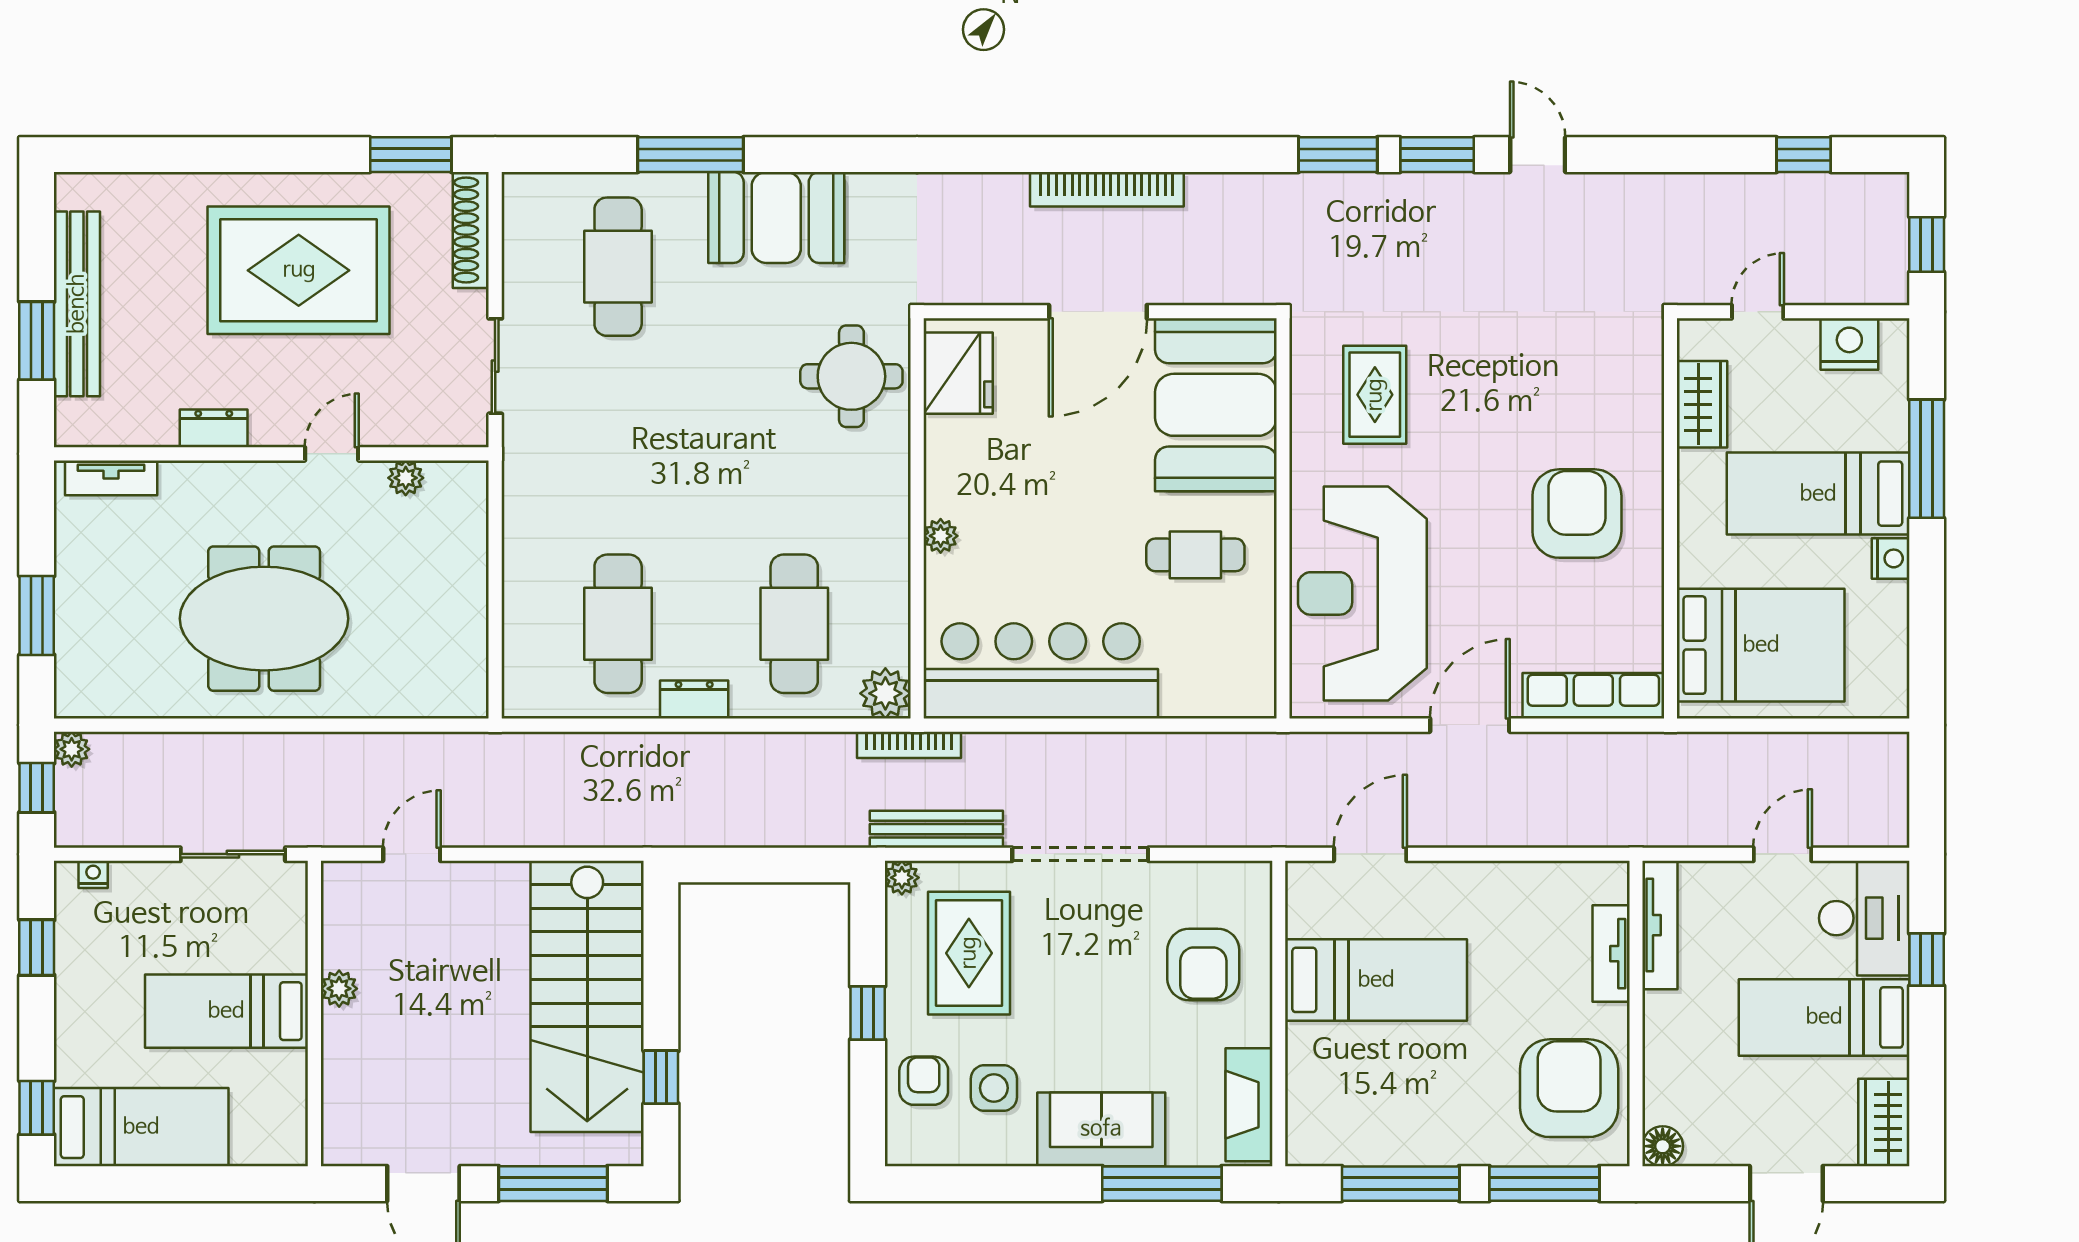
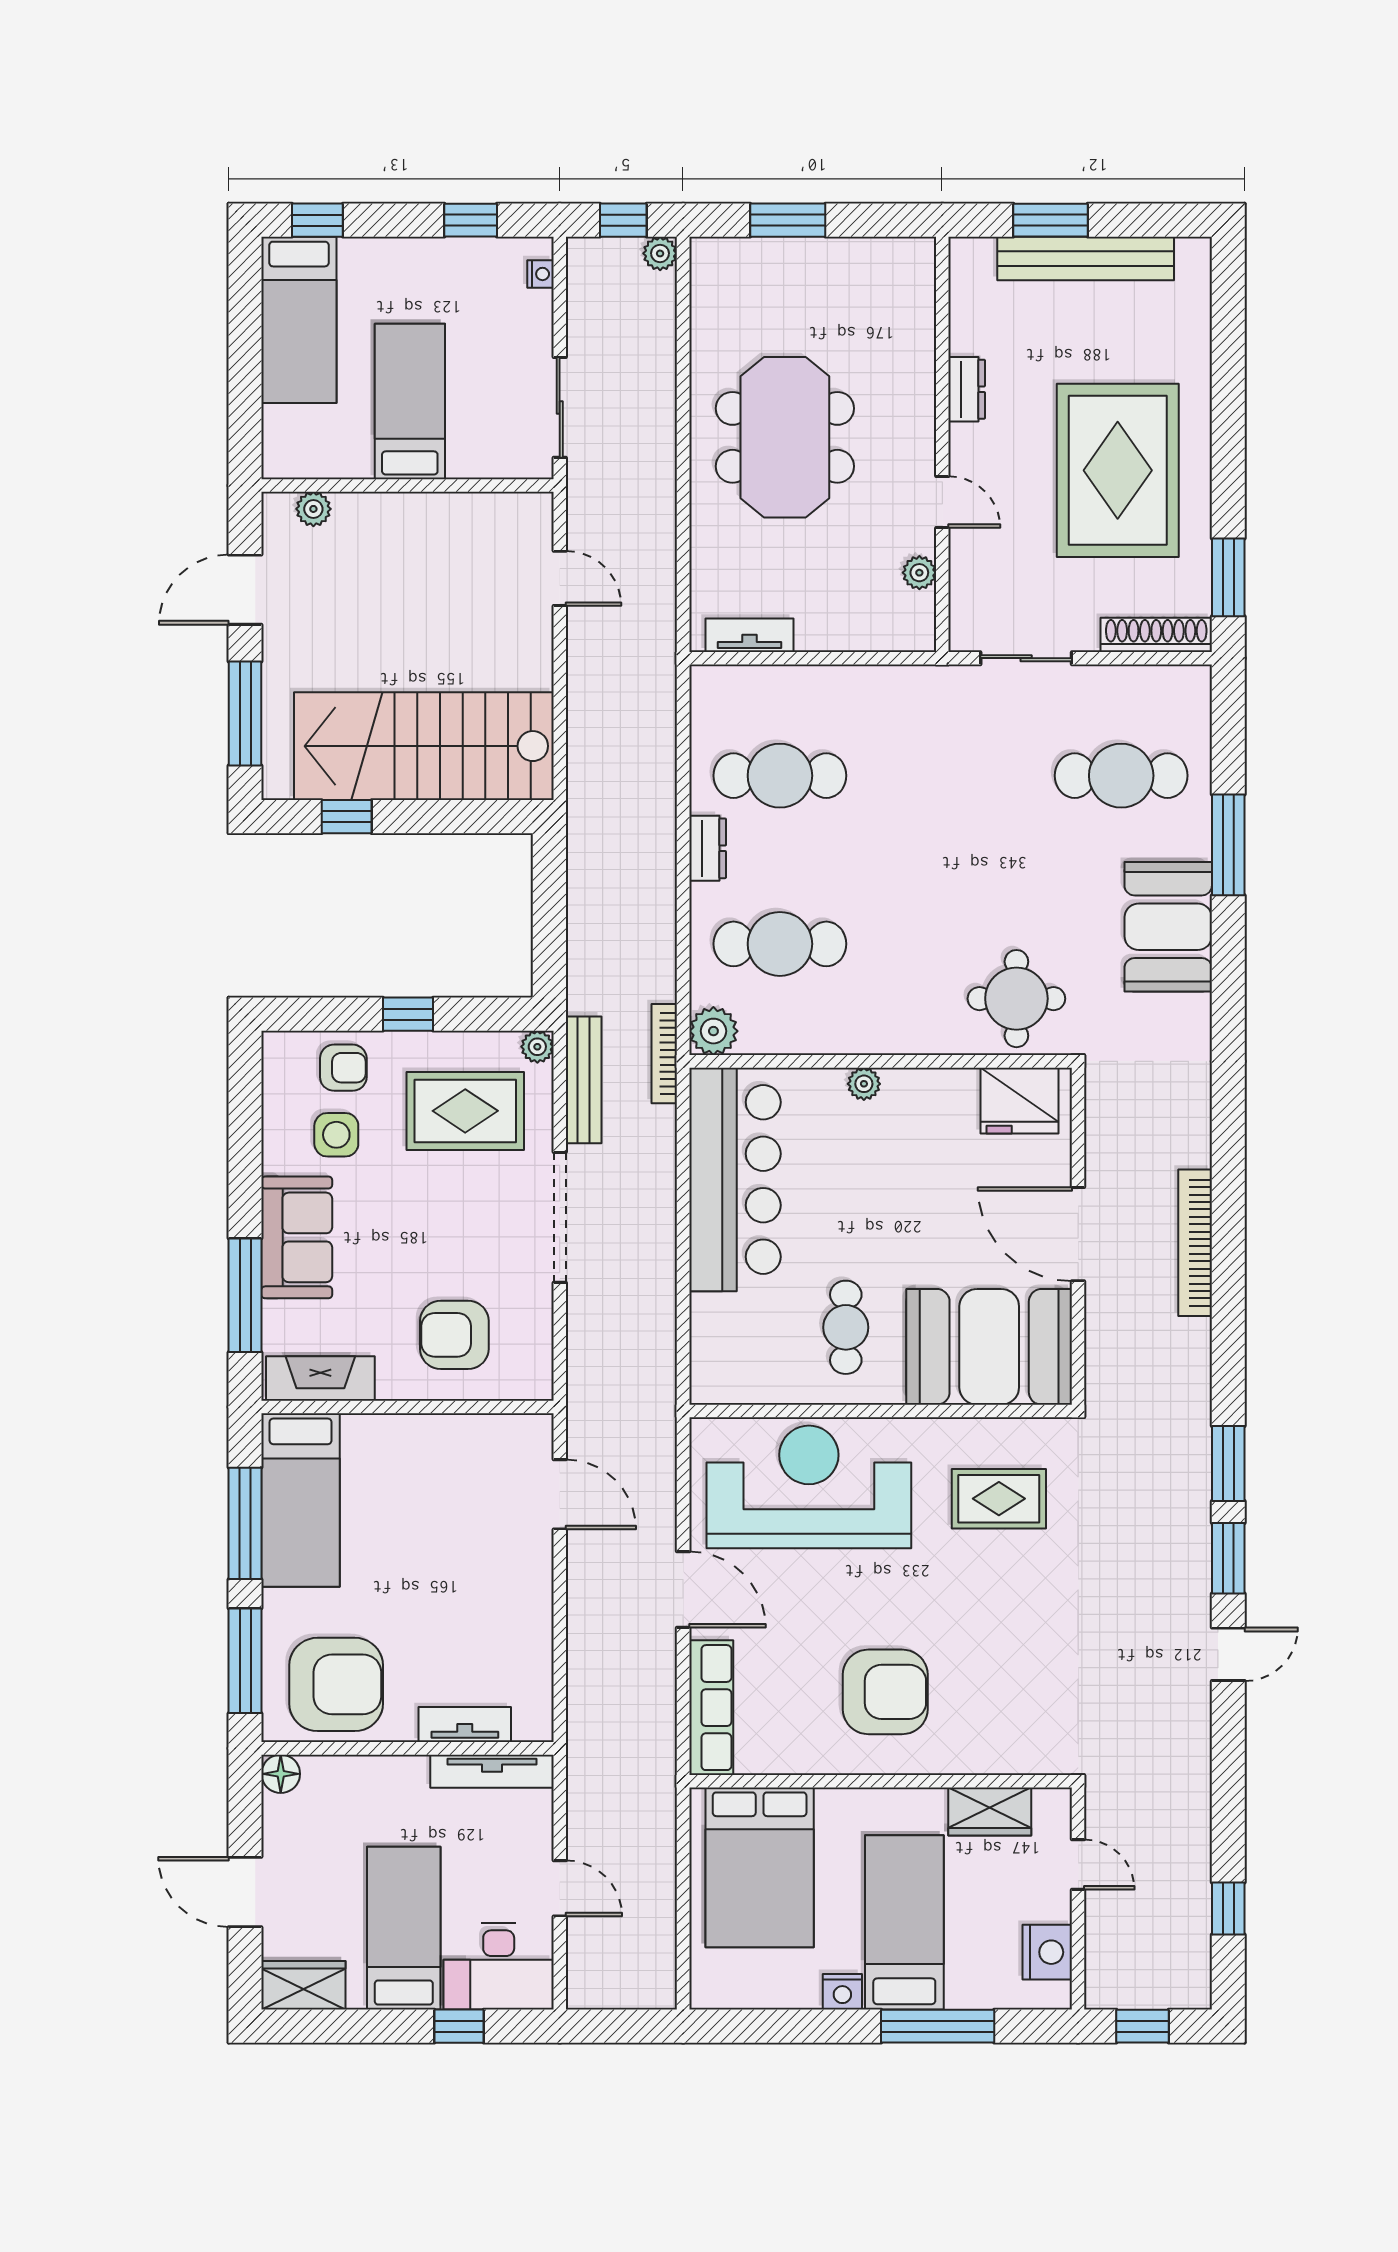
tv unit: (111, 478) -> (750, 635), moved, turned 90
bed: (1376, 980) -> (301, 1500), moved
plant: (339, 989) -> (313, 509), moved

